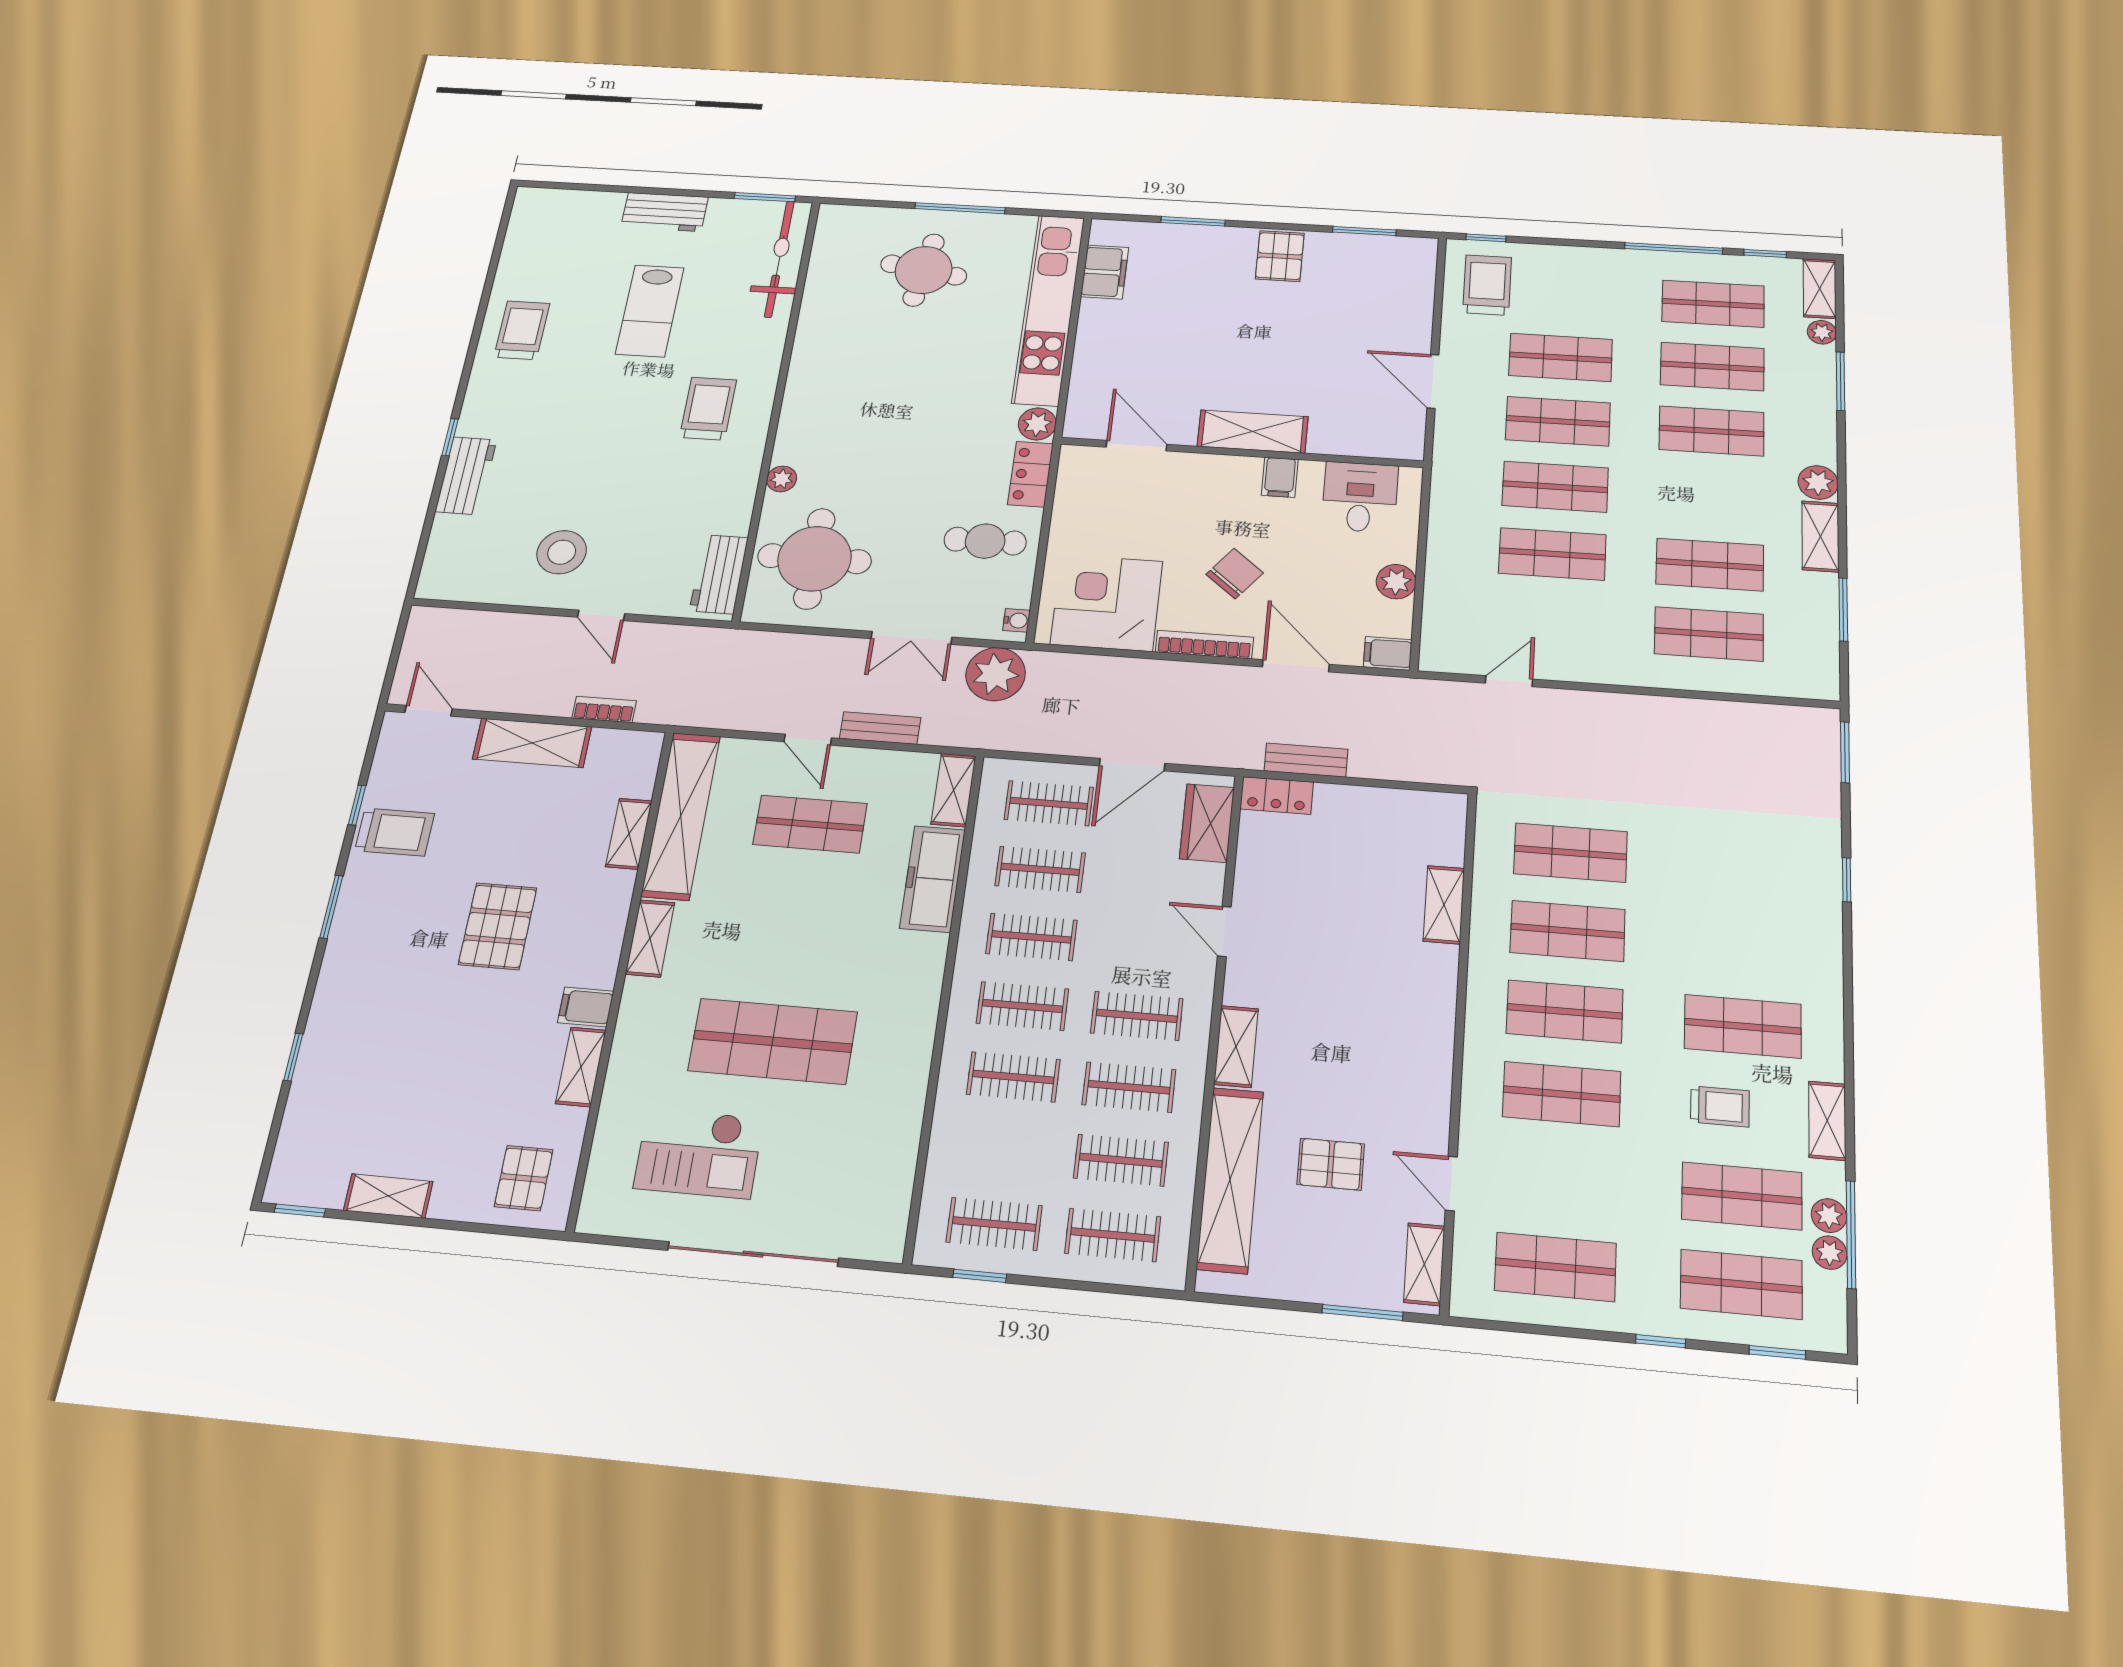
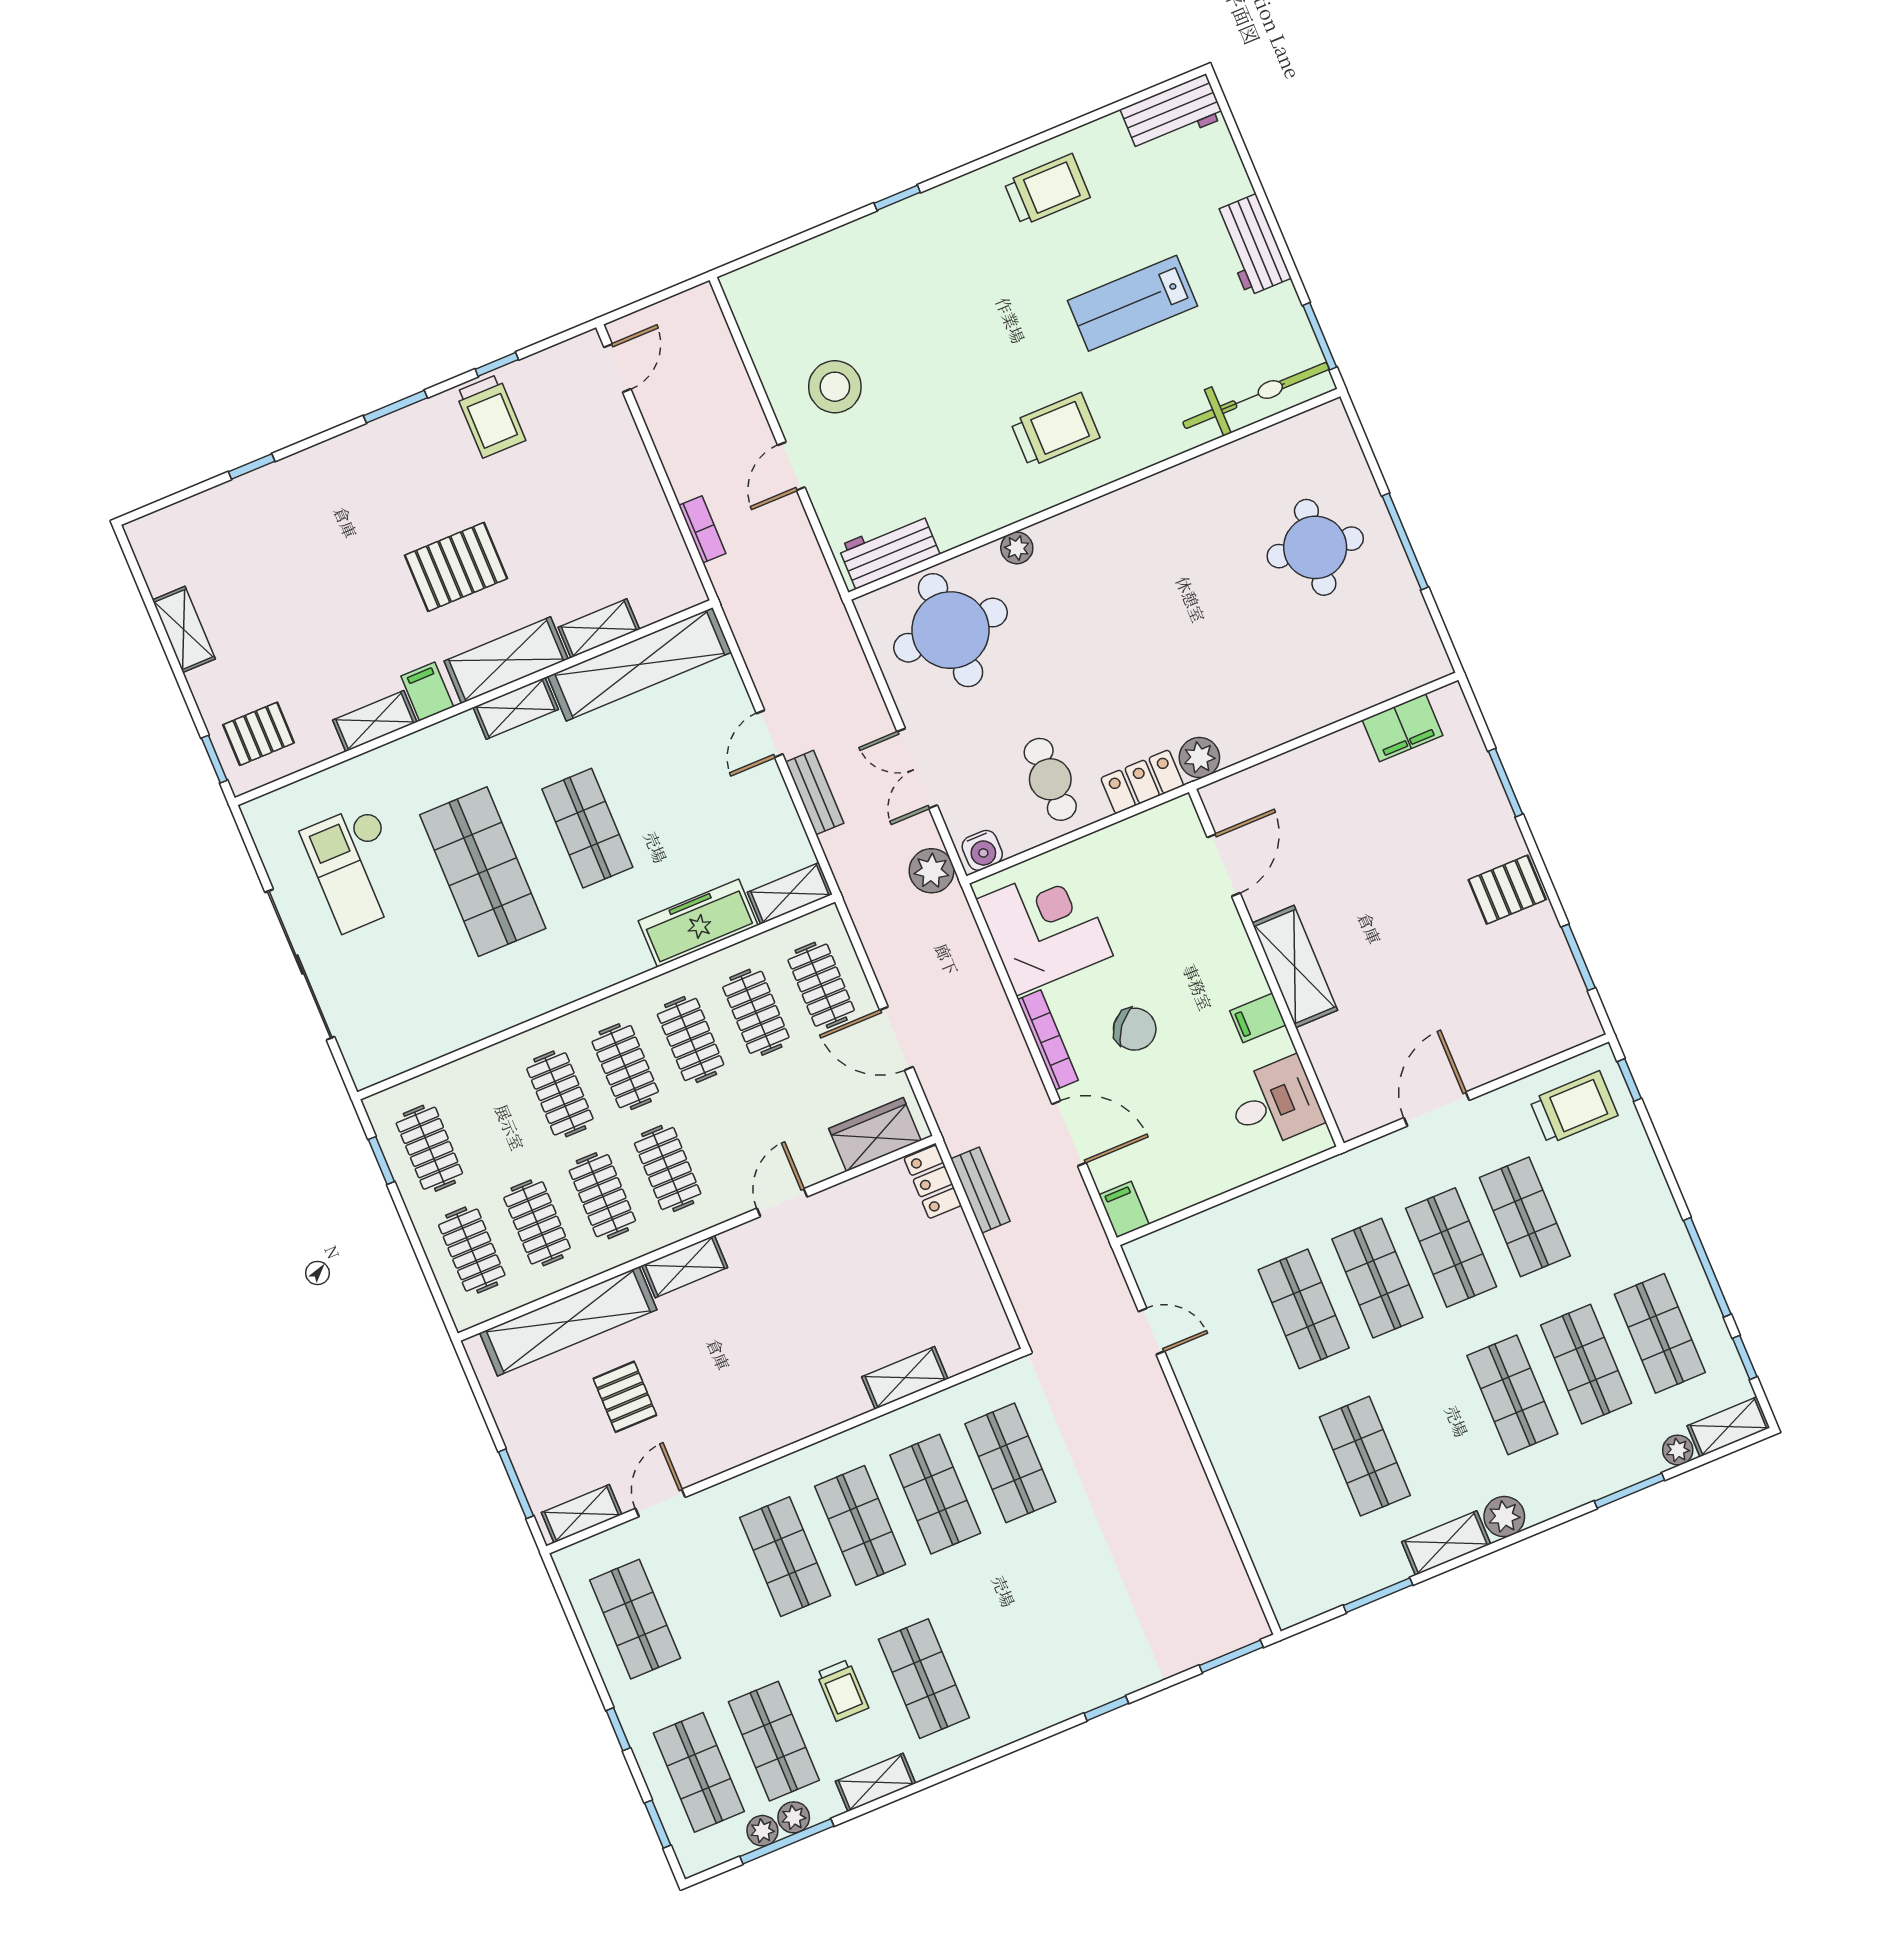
kitchen unit: (1049, 309) -> (1332, 696), removed
workbench: (466, 476) -> (1172, 114), moved
plant: (1396, 582) -> (1202, 1181), removed
water cooler: (1016, 620) -> (982, 850), width x1.38, depth x1.38
shop shelf: (1709, 634) -> (1291, 1487), removed
door: (1296, 666) -> (1069, 1133), hinge flipped
plant: (996, 674) -> (932, 871), width x0.73, depth x0.73
shelving: (532, 743) -> (506, 660), moved, turned 90
shop shelf: (810, 824) -> (587, 828), moved
window: (300, 1211) -> (214, 759), moved

